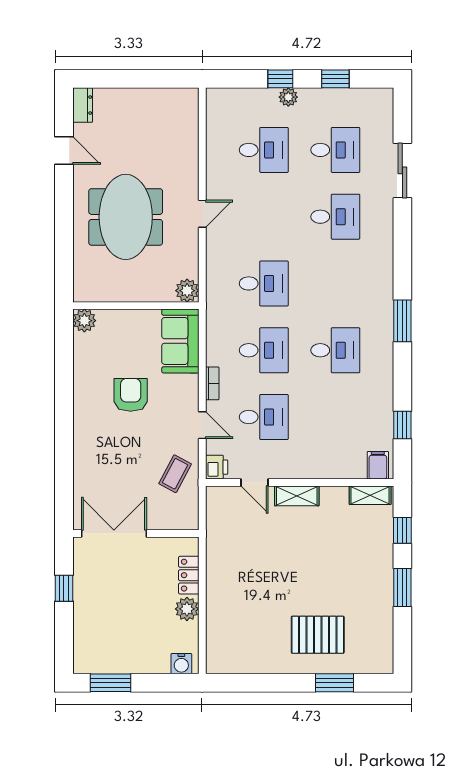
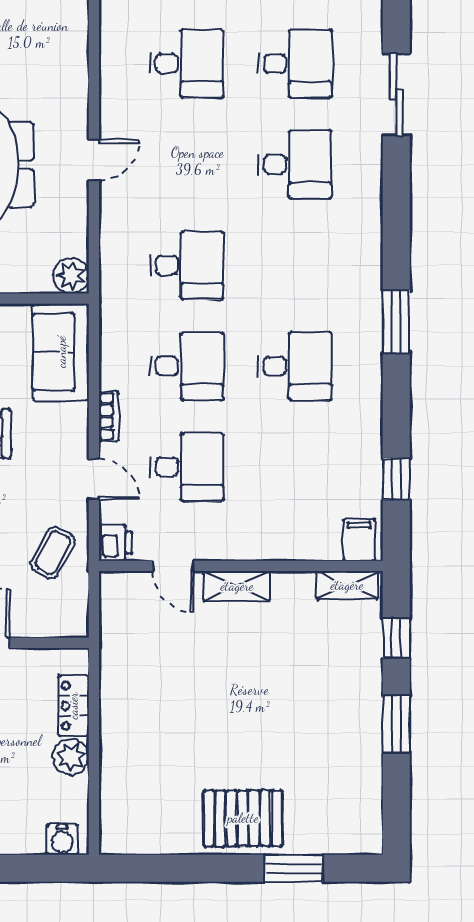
pallet: (318, 635) -> (243, 818), moved

